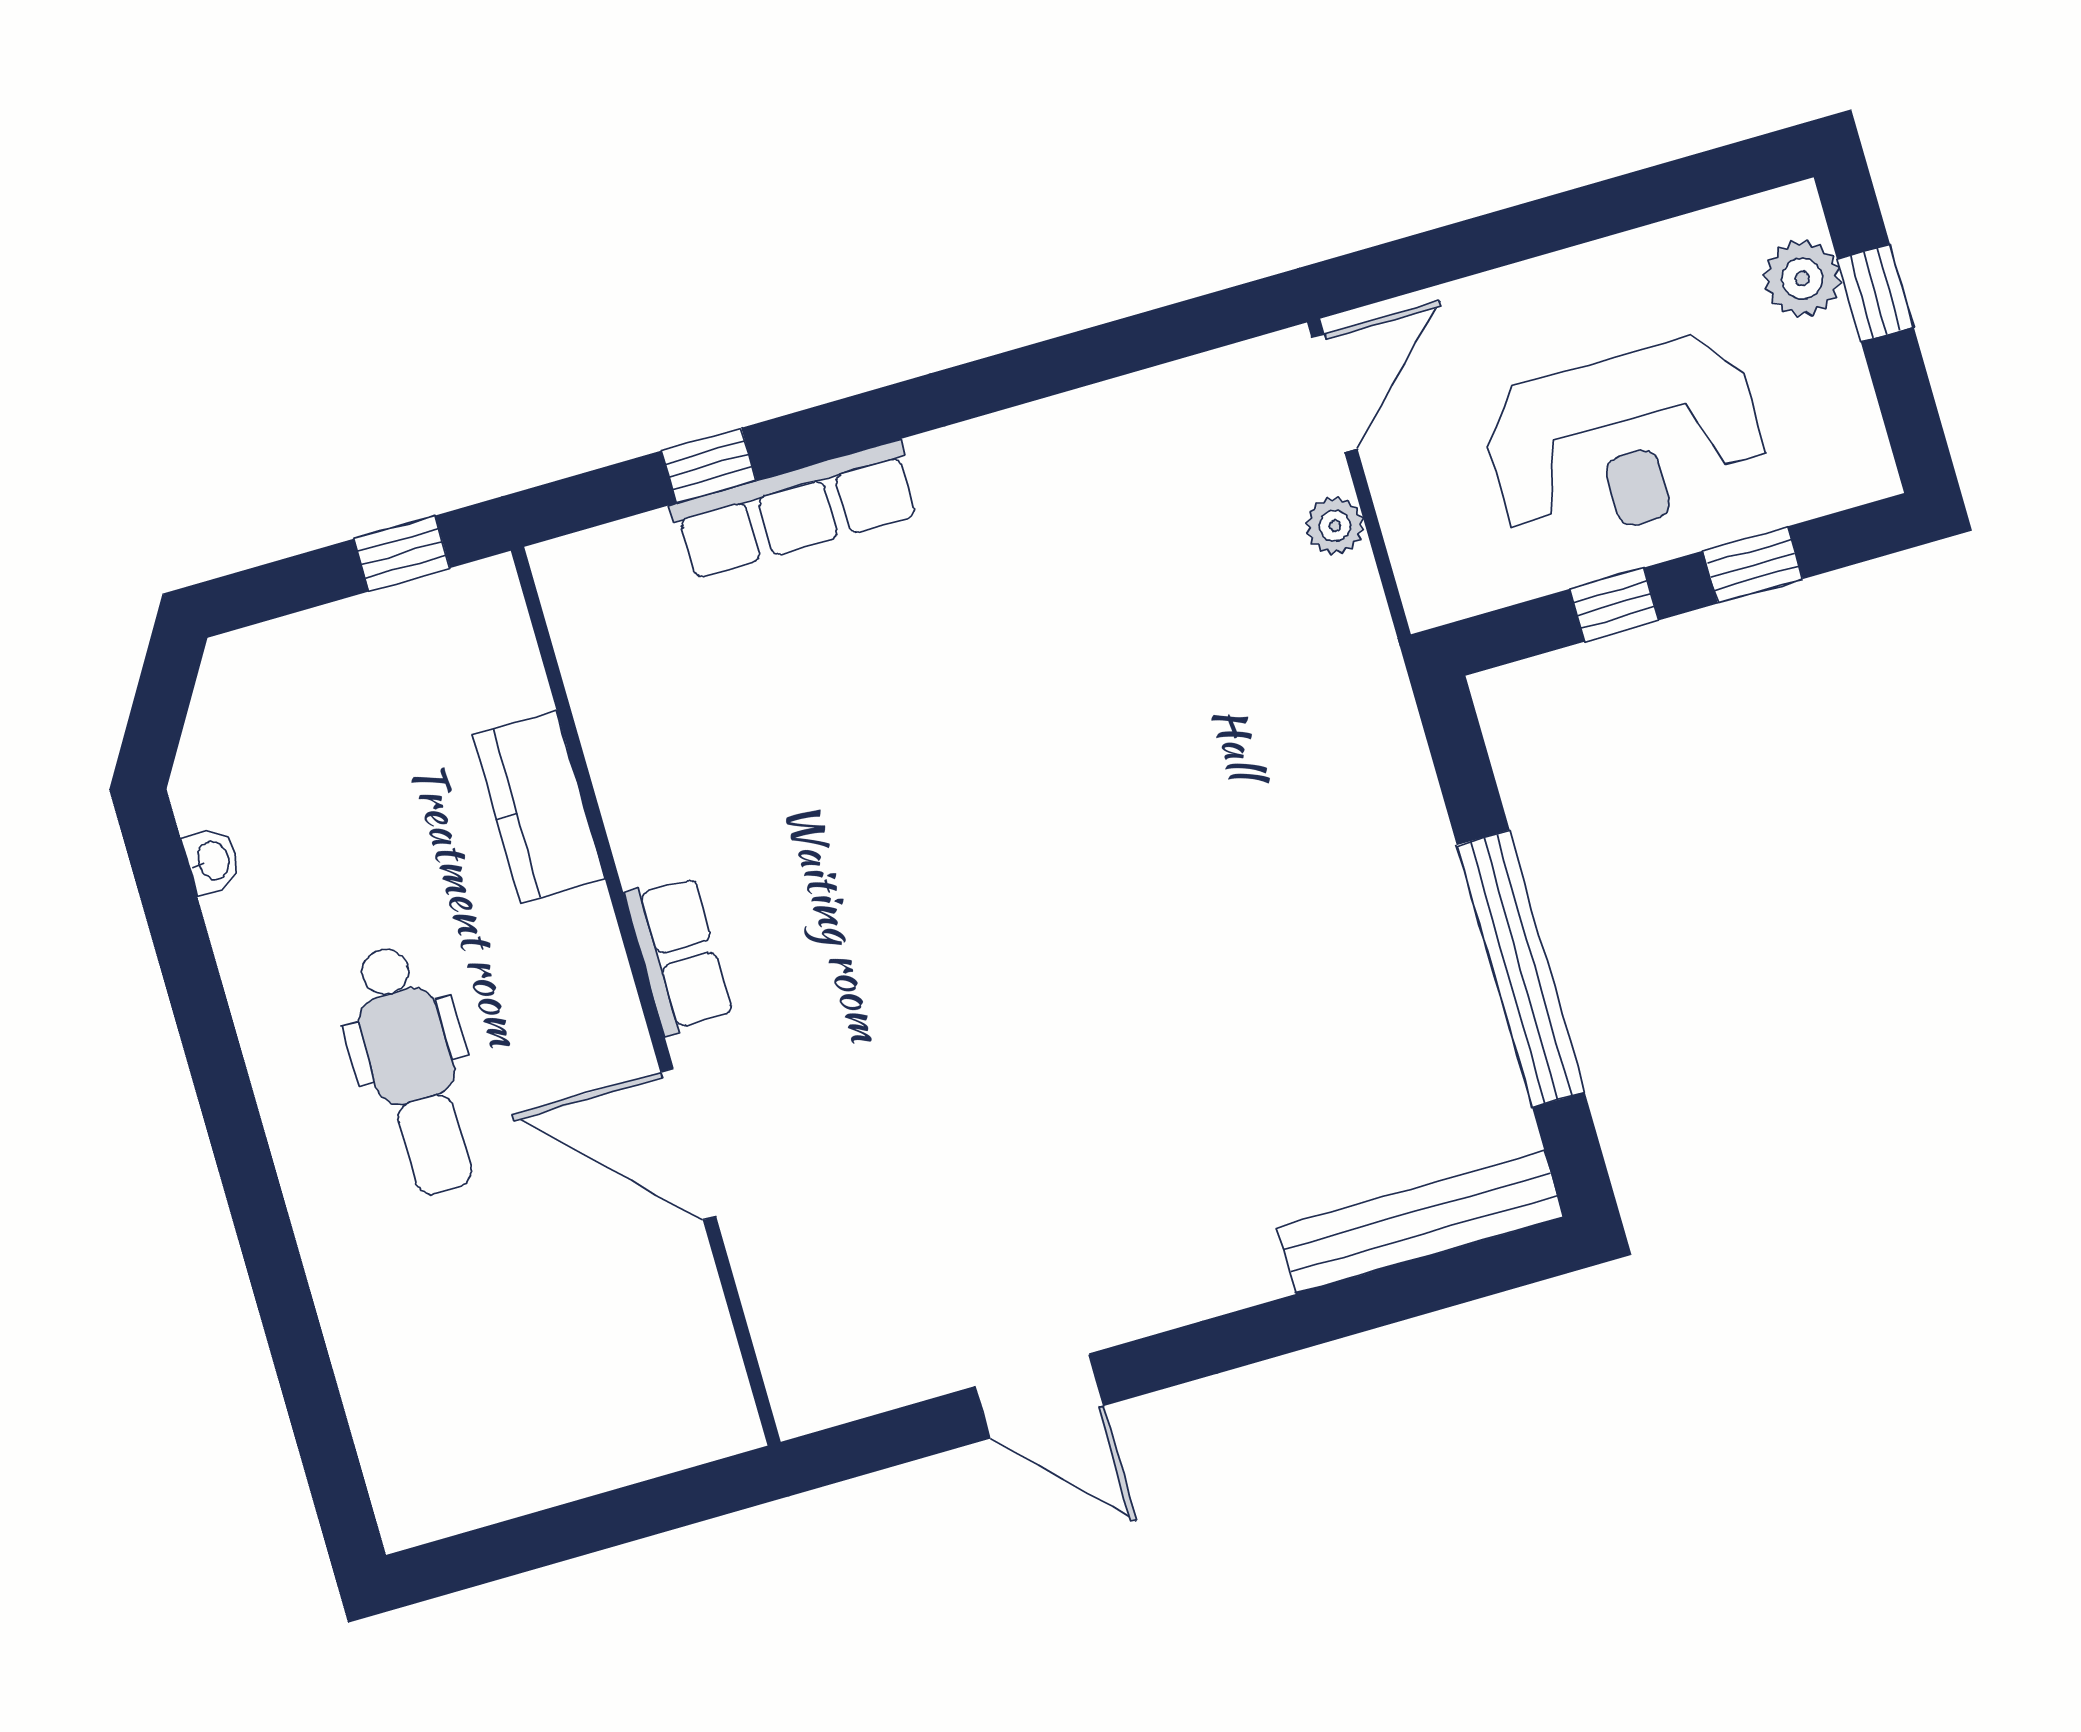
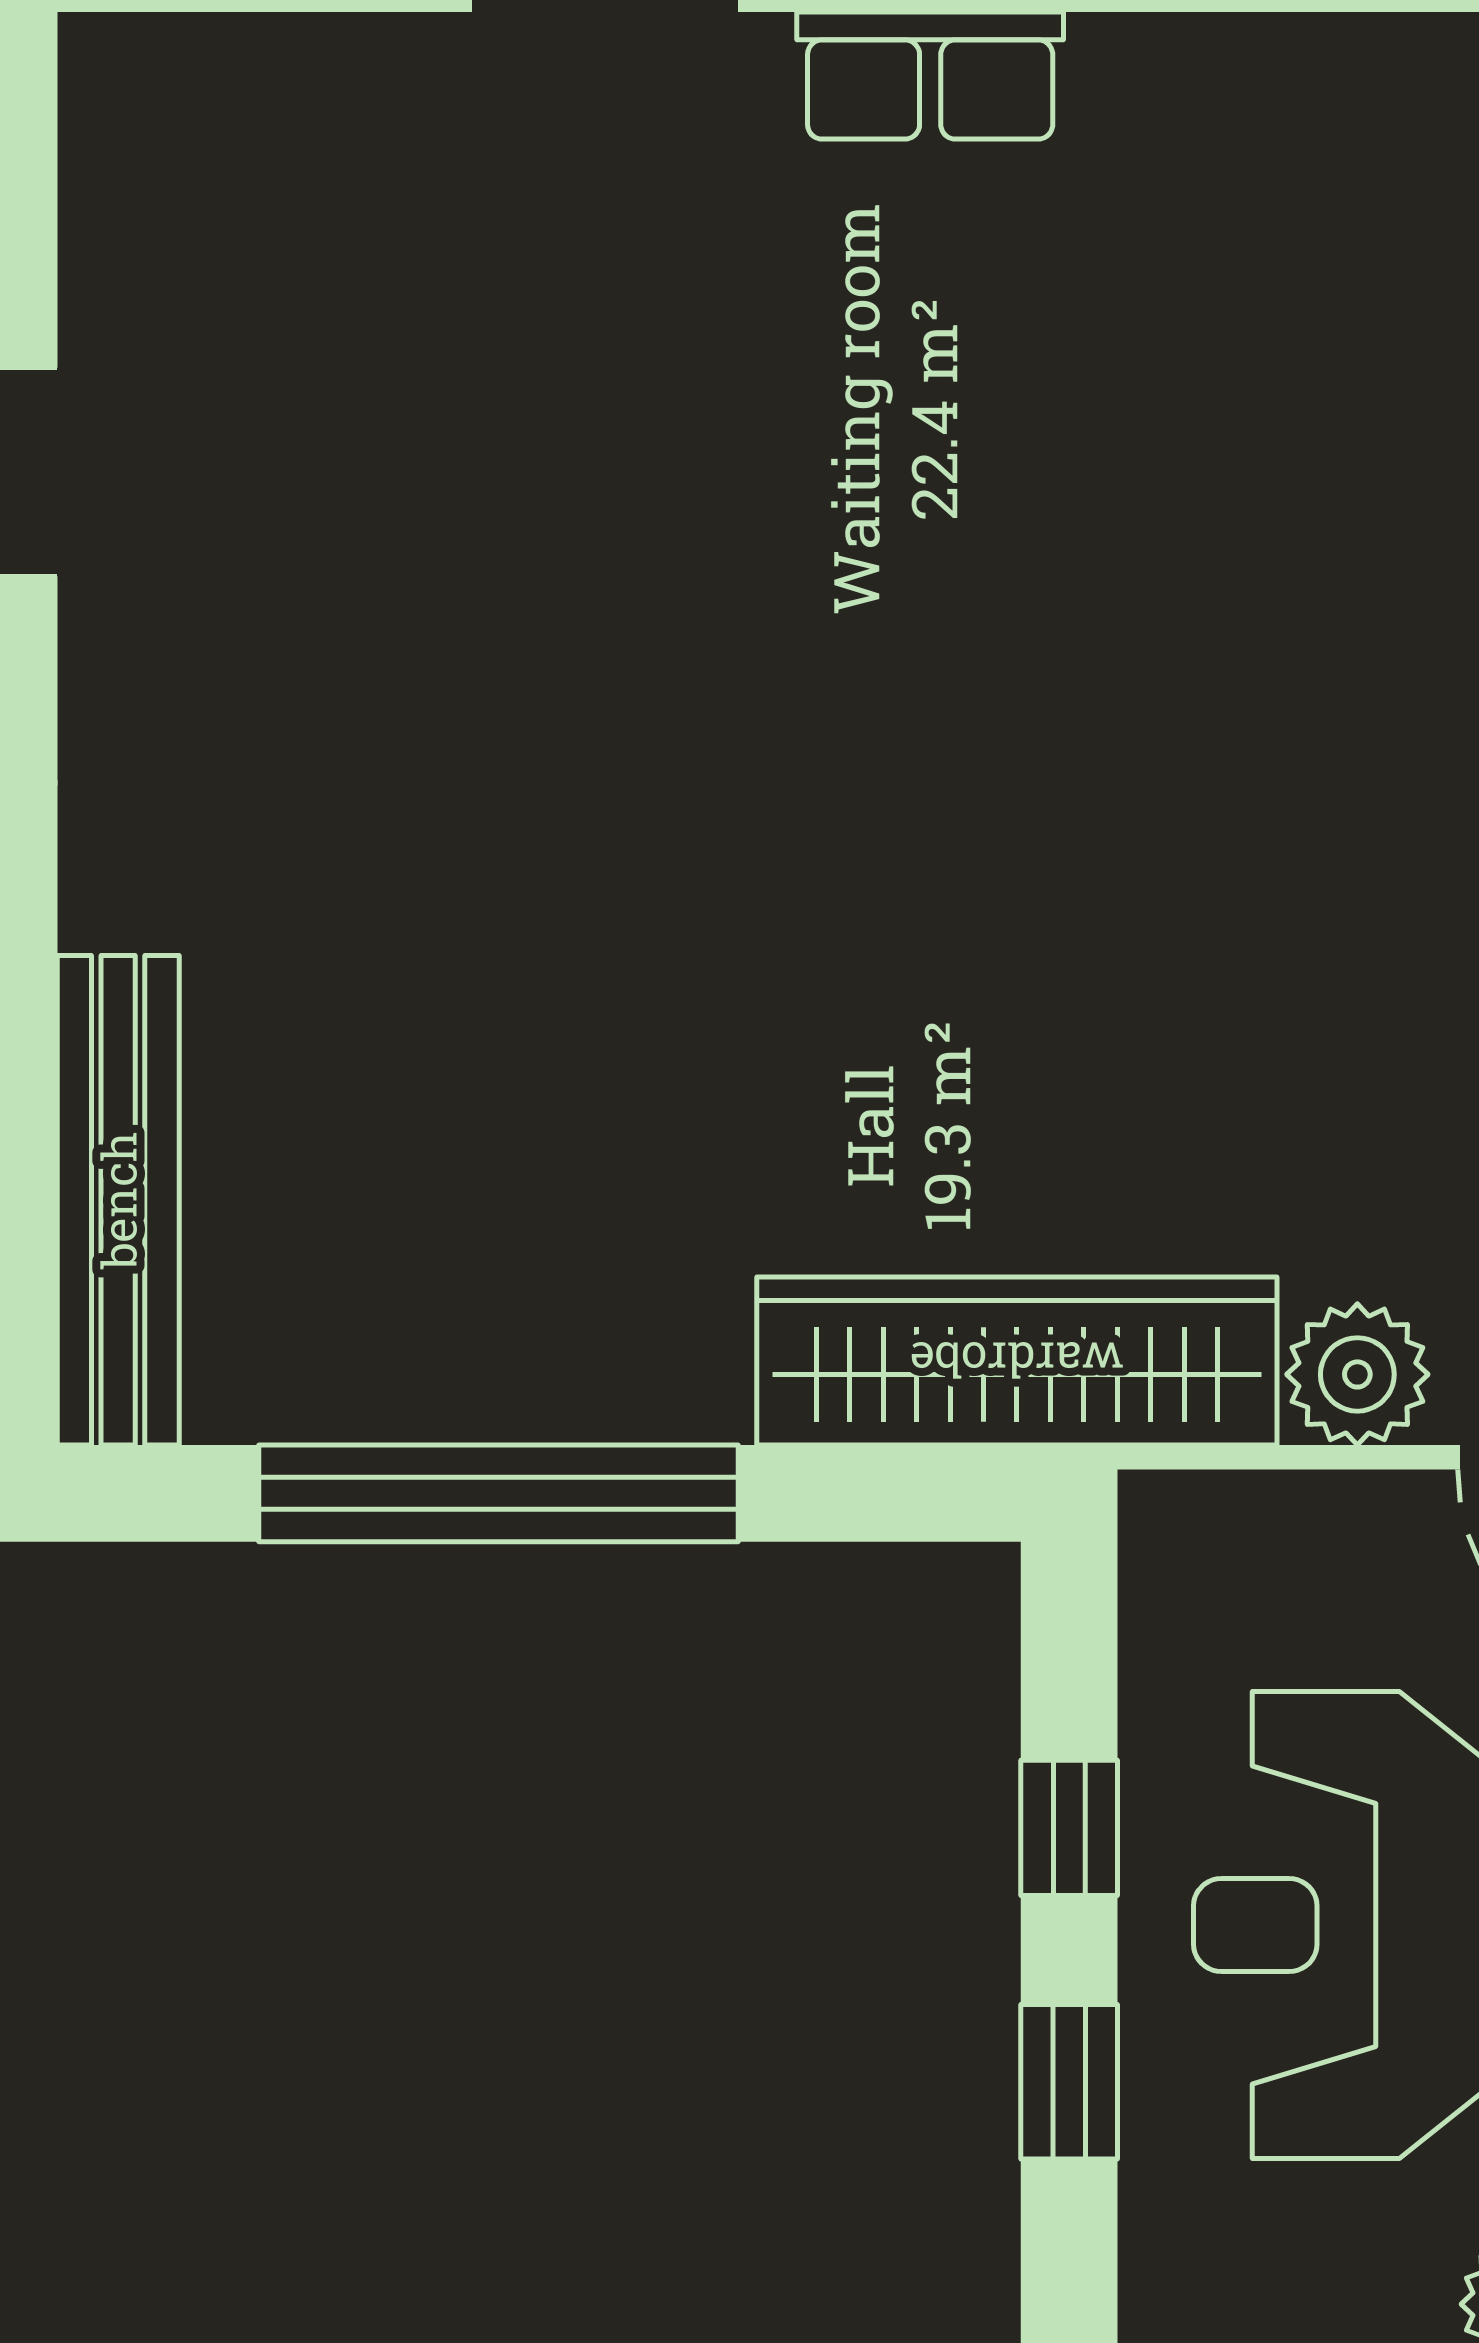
plant: (1335, 526) -> (1357, 1374), width x1.38, depth x1.38
wardrobe: (1367, 706) -> (1017, 1361), added

